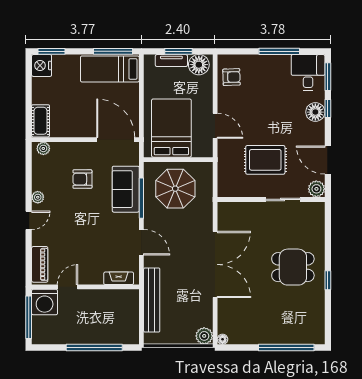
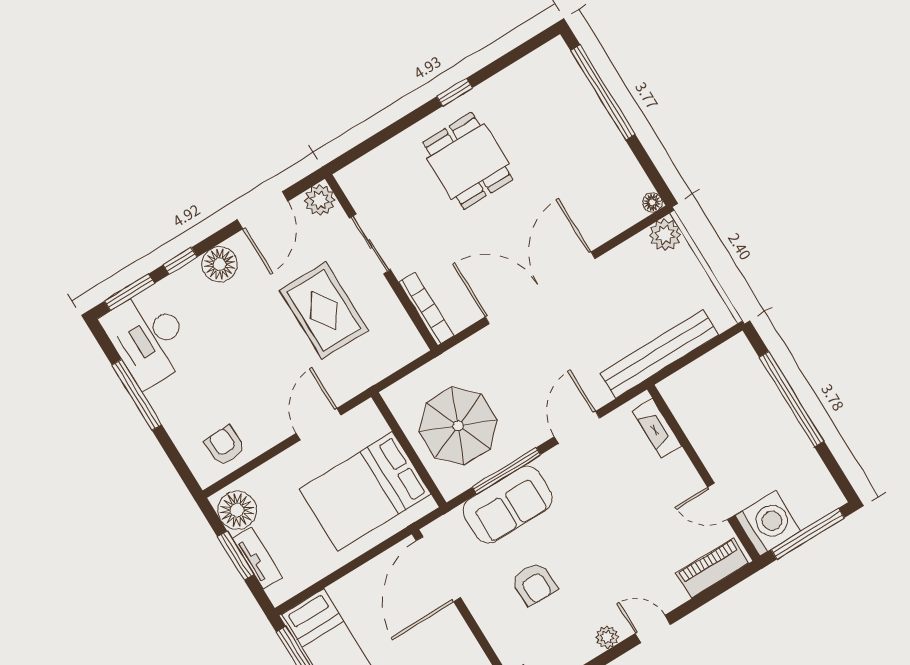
desk: (308, 72) -> (148, 338), width x1.37
floor lamp: (315, 112) -> (220, 264), moved
bookcase: (237, 207) -> (426, 309), added

